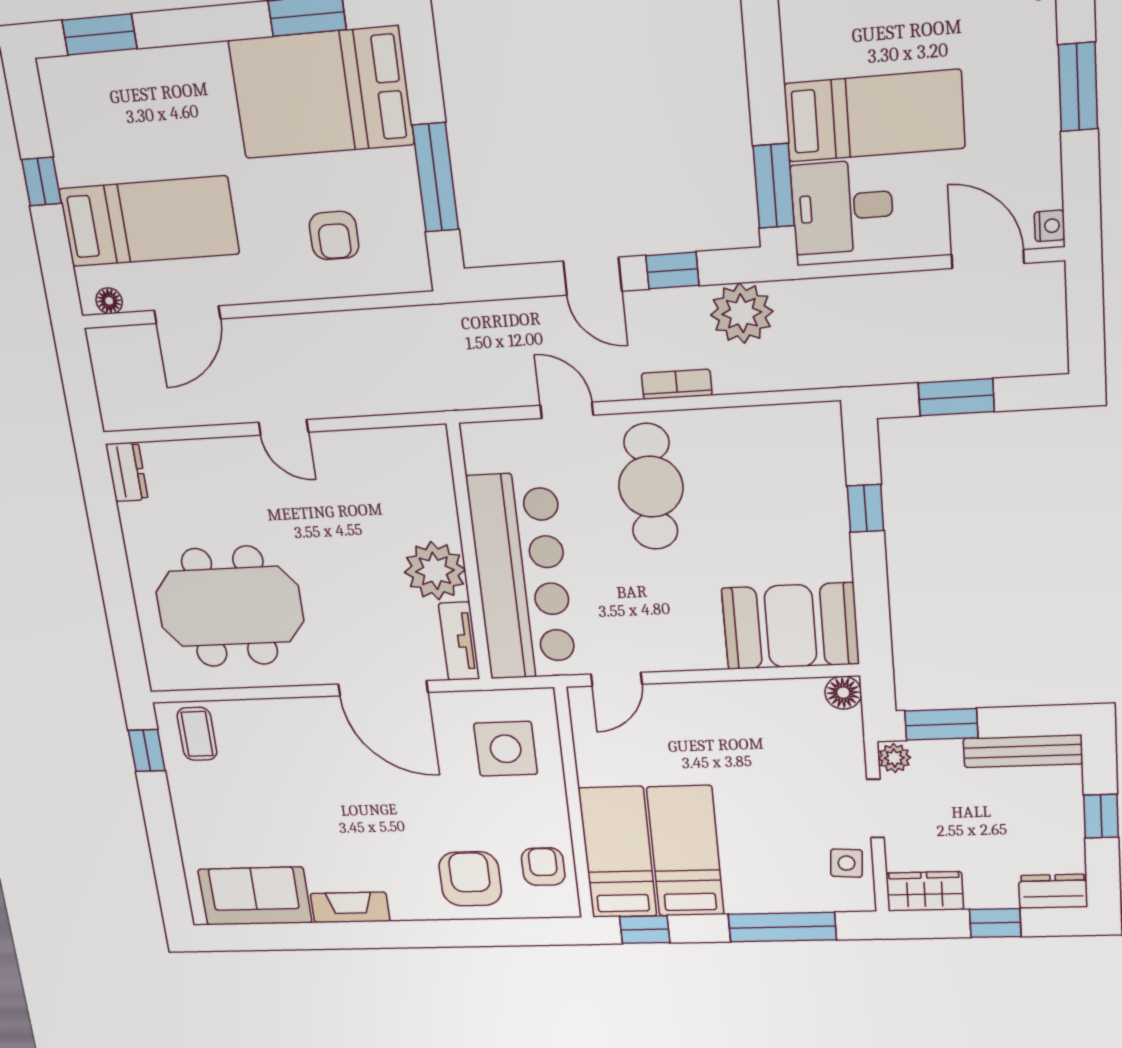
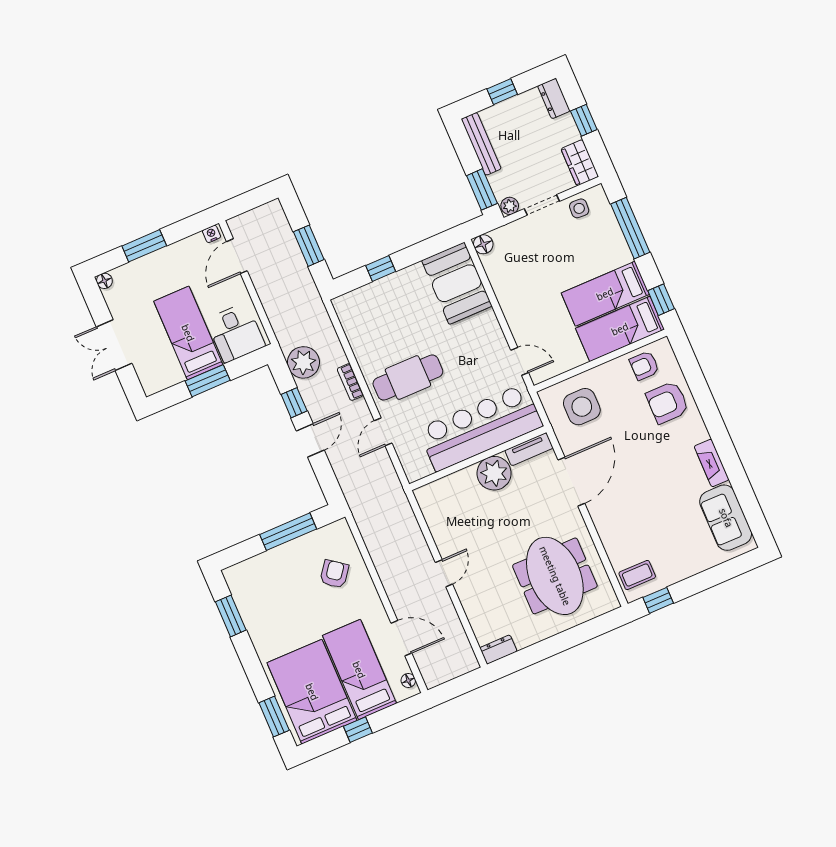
bed: (321, 93) -> (312, 692), moved, turned 180
window: (774, 186) -> (208, 381), moved
armchair: (334, 236) -> (334, 574), turned -53

